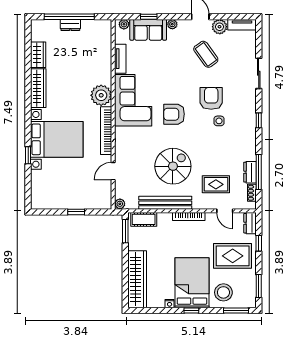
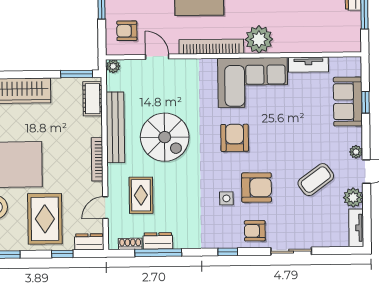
plant: (124, 24) -> (355, 69), removed
plant: (172, 24) -> (356, 152), moved
armchair: (243, 100) -> (255, 231), added
armchair: (94, 193) -> (127, 31), added

